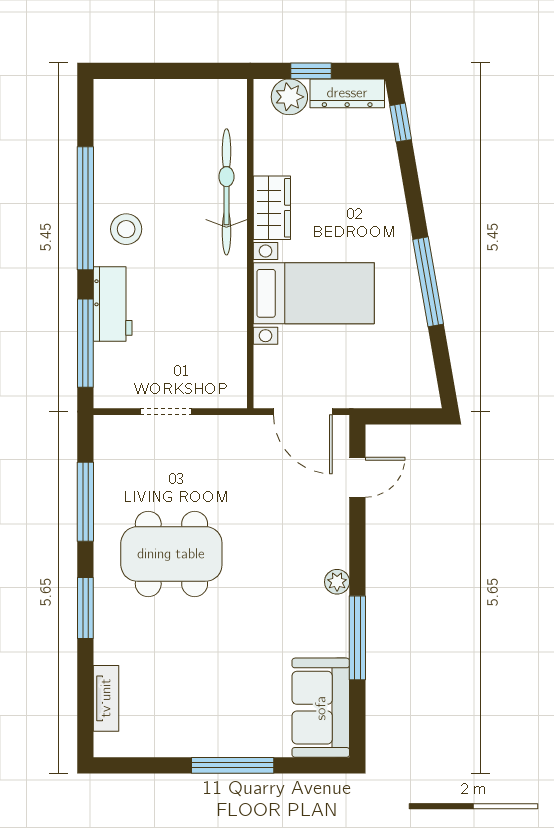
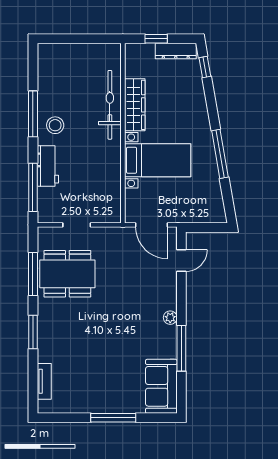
plant: (289, 97) -> (144, 53), removed
window: (85, 208) -> (33, 114), width x0.68
wardrobe: (272, 208) -> (135, 105), width x1.50
dining table: (171, 554) -> (67, 274), moved

